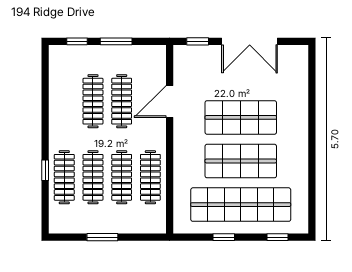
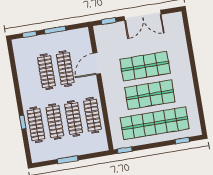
window: (224, 237) -> (125, 150), moved

